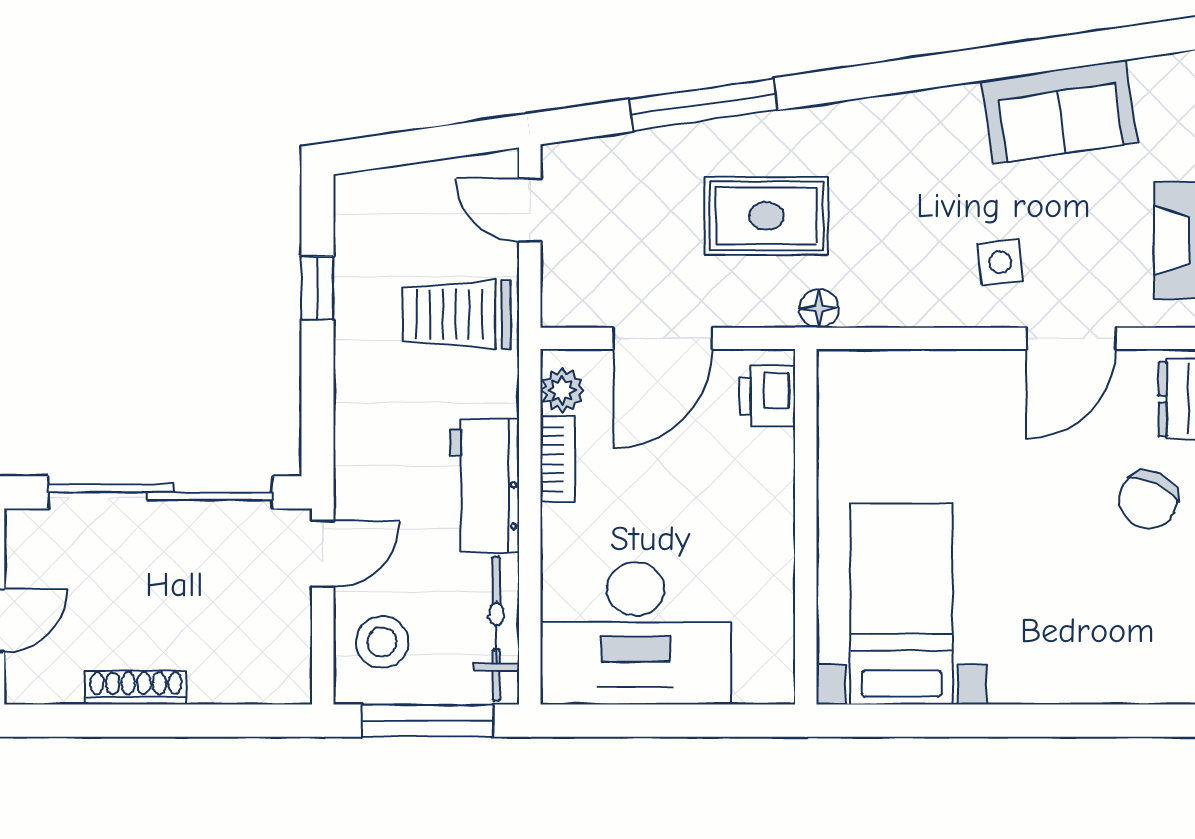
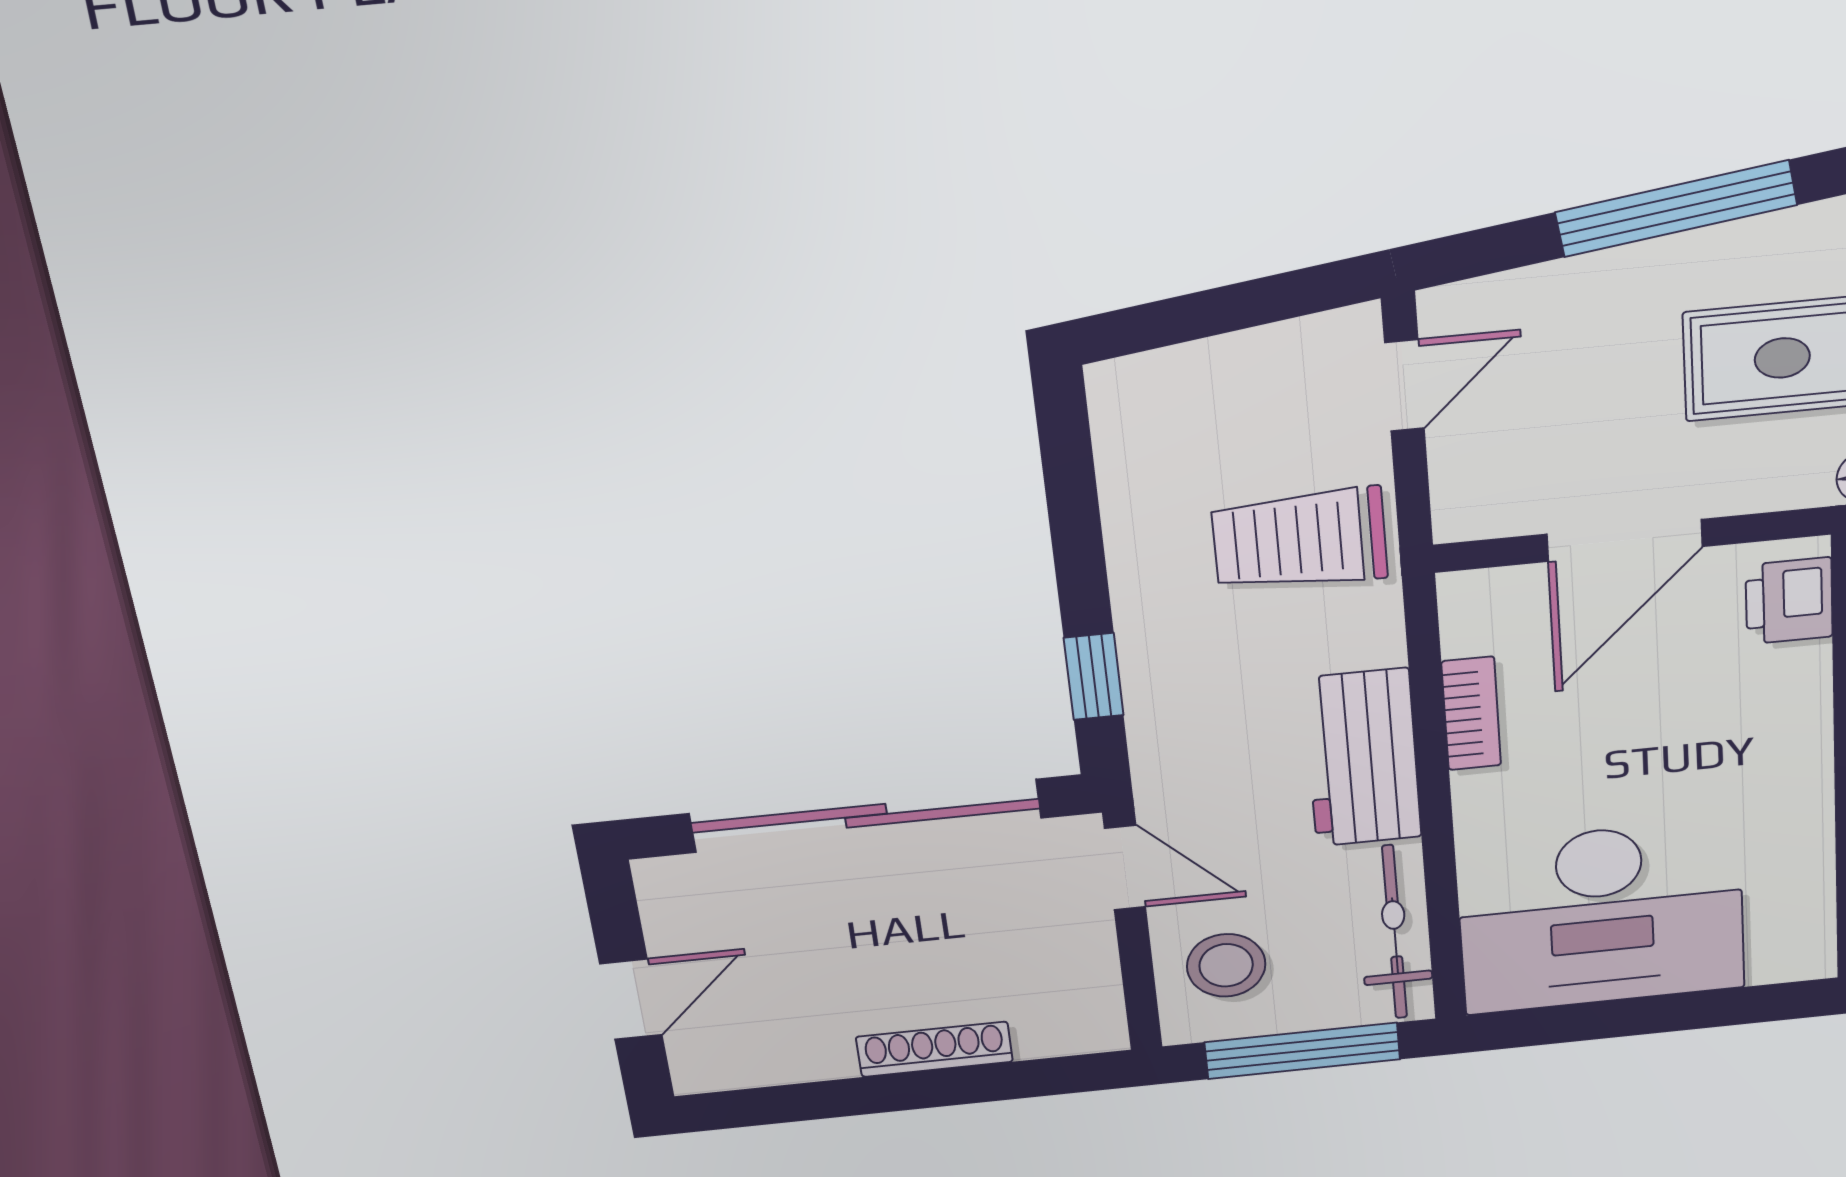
door: (530, 210) -> (1404, 385), swing flipped
window: (317, 288) -> (1094, 677), moved
plant: (562, 390) -> (1473, 624), removed
door: (323, 554) -> (1125, 868), hinge flipped
shoe rack: (136, 687) -> (934, 1049), moved

